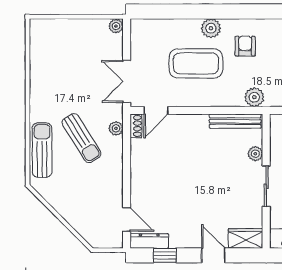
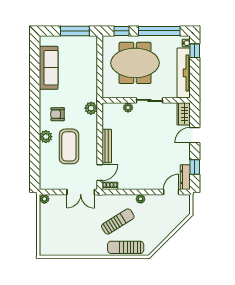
door: (156, 110) -> (100, 173), hinge flipped
bench: (235, 121) -> (107, 146), moved
plant: (116, 128) -> (141, 199), moved

